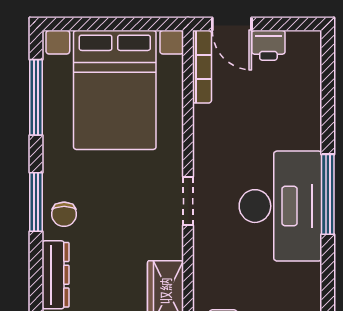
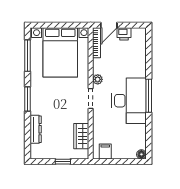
door: (232, 24) -> (109, 25), hinge flipped
plant: (205, 155) -> (98, 79), added
chair: (64, 214) -> (39, 104), removed

